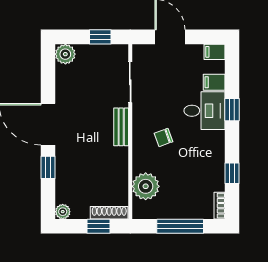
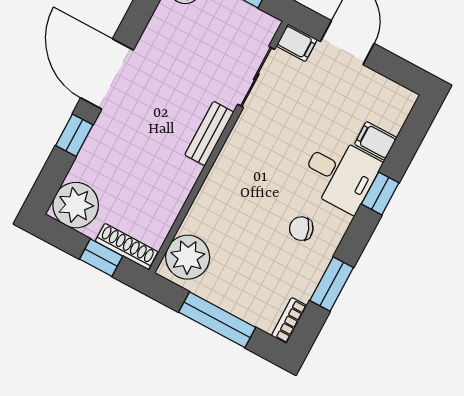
filing cabinet: (215, 52) -> (297, 43), moved, turned 180
chair: (163, 137) -> (301, 229), moved
window: (232, 173) -> (332, 284), width x1.50
plant: (146, 186) -> (188, 257), moved
plant: (63, 212) -> (76, 205), width x1.88, depth x1.88

